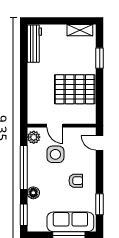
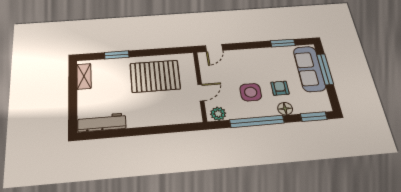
pallet: (75, 89) -> (155, 76), turned 90
side table: (55, 154) -> (251, 92), moved
armchair: (76, 181) -> (280, 88), moved

